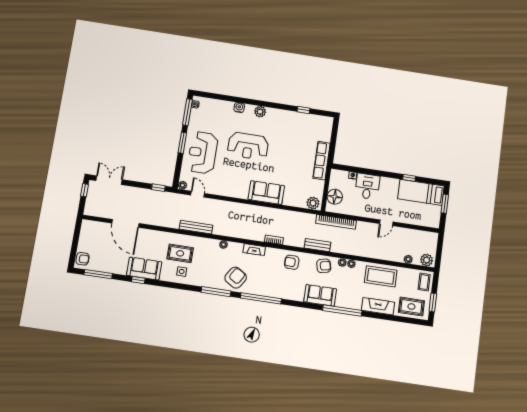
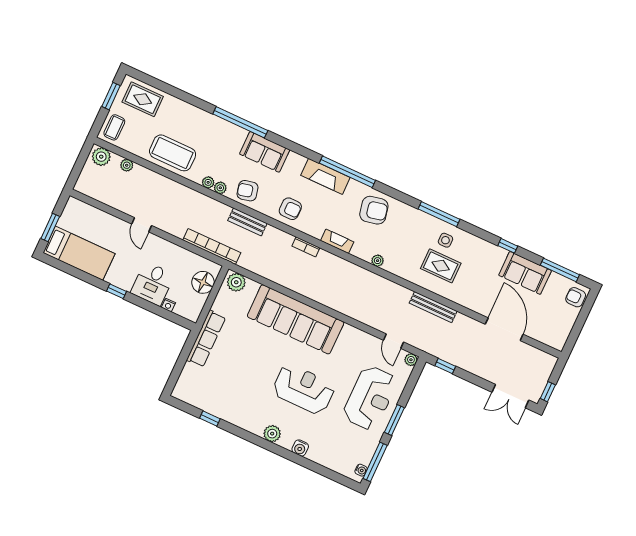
window: (409, 178) -> (117, 291), moved
sofa: (266, 193) -> (296, 319), width x1.85, depth x1.27
door: (386, 223) -> (142, 225), swing flipped
bench: (196, 227) -> (433, 307), moved
sofa: (144, 269) -> (525, 273), moved
armchair: (236, 278) -> (374, 210), turned -134
window: (216, 292) -> (439, 214), moved
fireplace: (378, 306) -> (325, 176), moved

